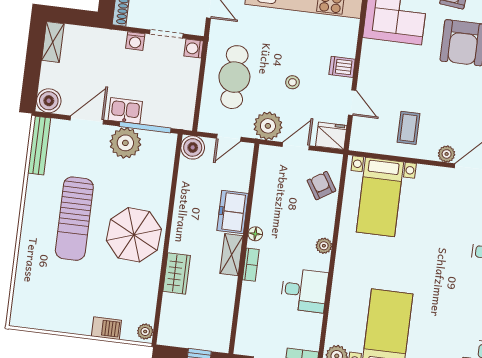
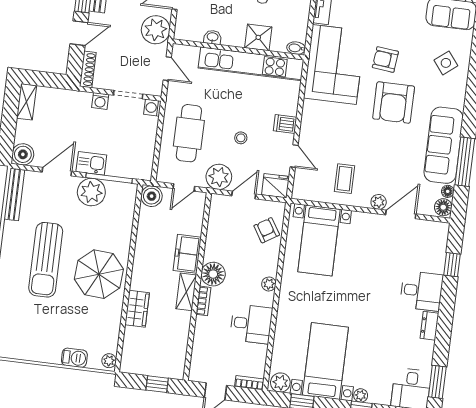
floor lamp: (255, 234) -> (213, 274), width x1.89, depth x1.89

